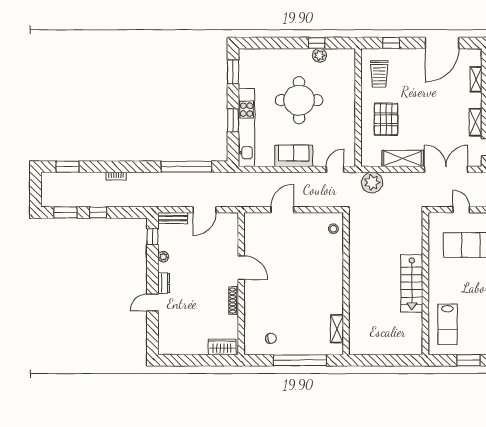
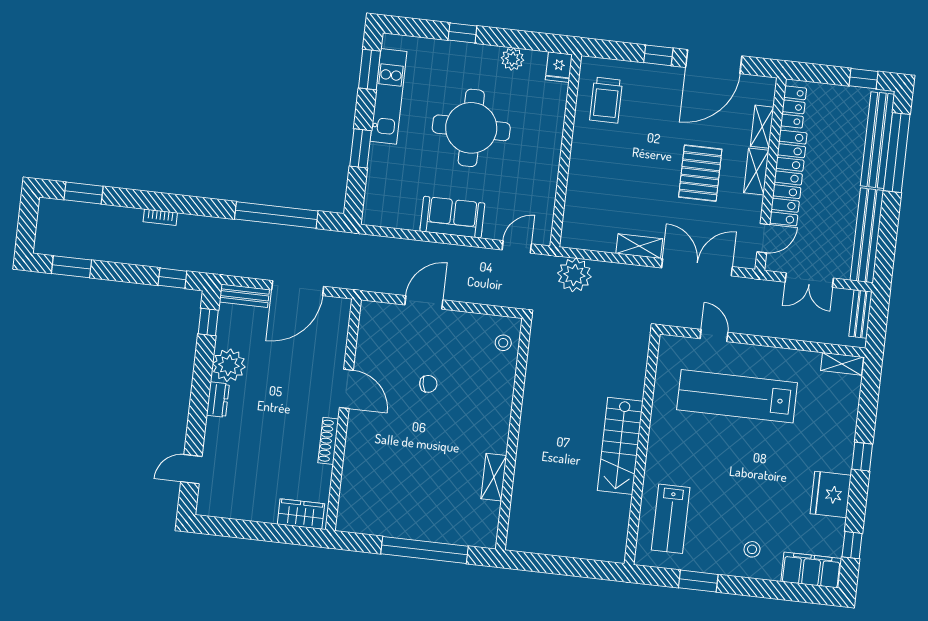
window: (317, 43) -> (462, 33), moved
window: (391, 43) -> (658, 55), moved
fridge: (348, 57) -> (559, 67), added
pallet: (386, 119) -> (700, 173), moved
shelving: (476, 122) -> (756, 172), moved
kitchen unit: (247, 128) -> (389, 96), moved, width x0.73
shelving: (403, 158) -> (639, 246), width x0.67, depth x0.75
door: (204, 210) -> (298, 288), width x1.36
window: (98, 212) -> (172, 278), moved
plant: (163, 257) -> (229, 365), width x1.88, depth x1.88
door: (152, 303) -> (191, 469), moved
shelving: (337, 329) -> (494, 477), moved
chair: (271, 338) -> (428, 384), moved

